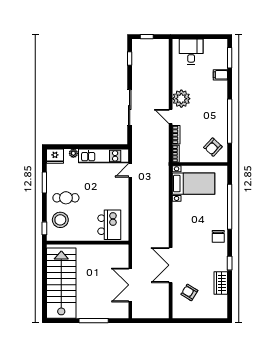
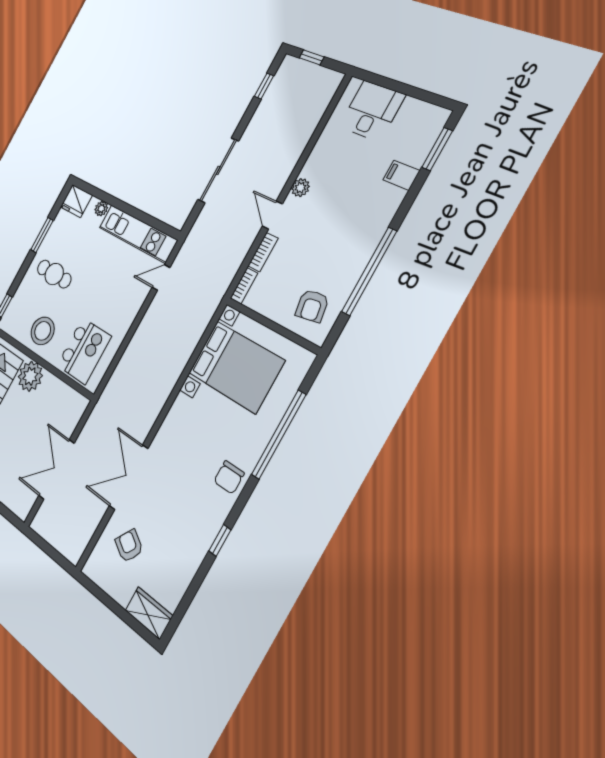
plant: (181, 99) -> (300, 188), width x0.53, depth x0.53
armchair: (213, 147) -> (312, 306), turned -53
bed with nightstands: (193, 184) -> (236, 367), width x1.36
stool: (60, 220) -> (43, 331), moved
plant: (85, 253) -> (30, 376), added
wardrobe: (221, 283) -> (149, 613), moved, turned 90

